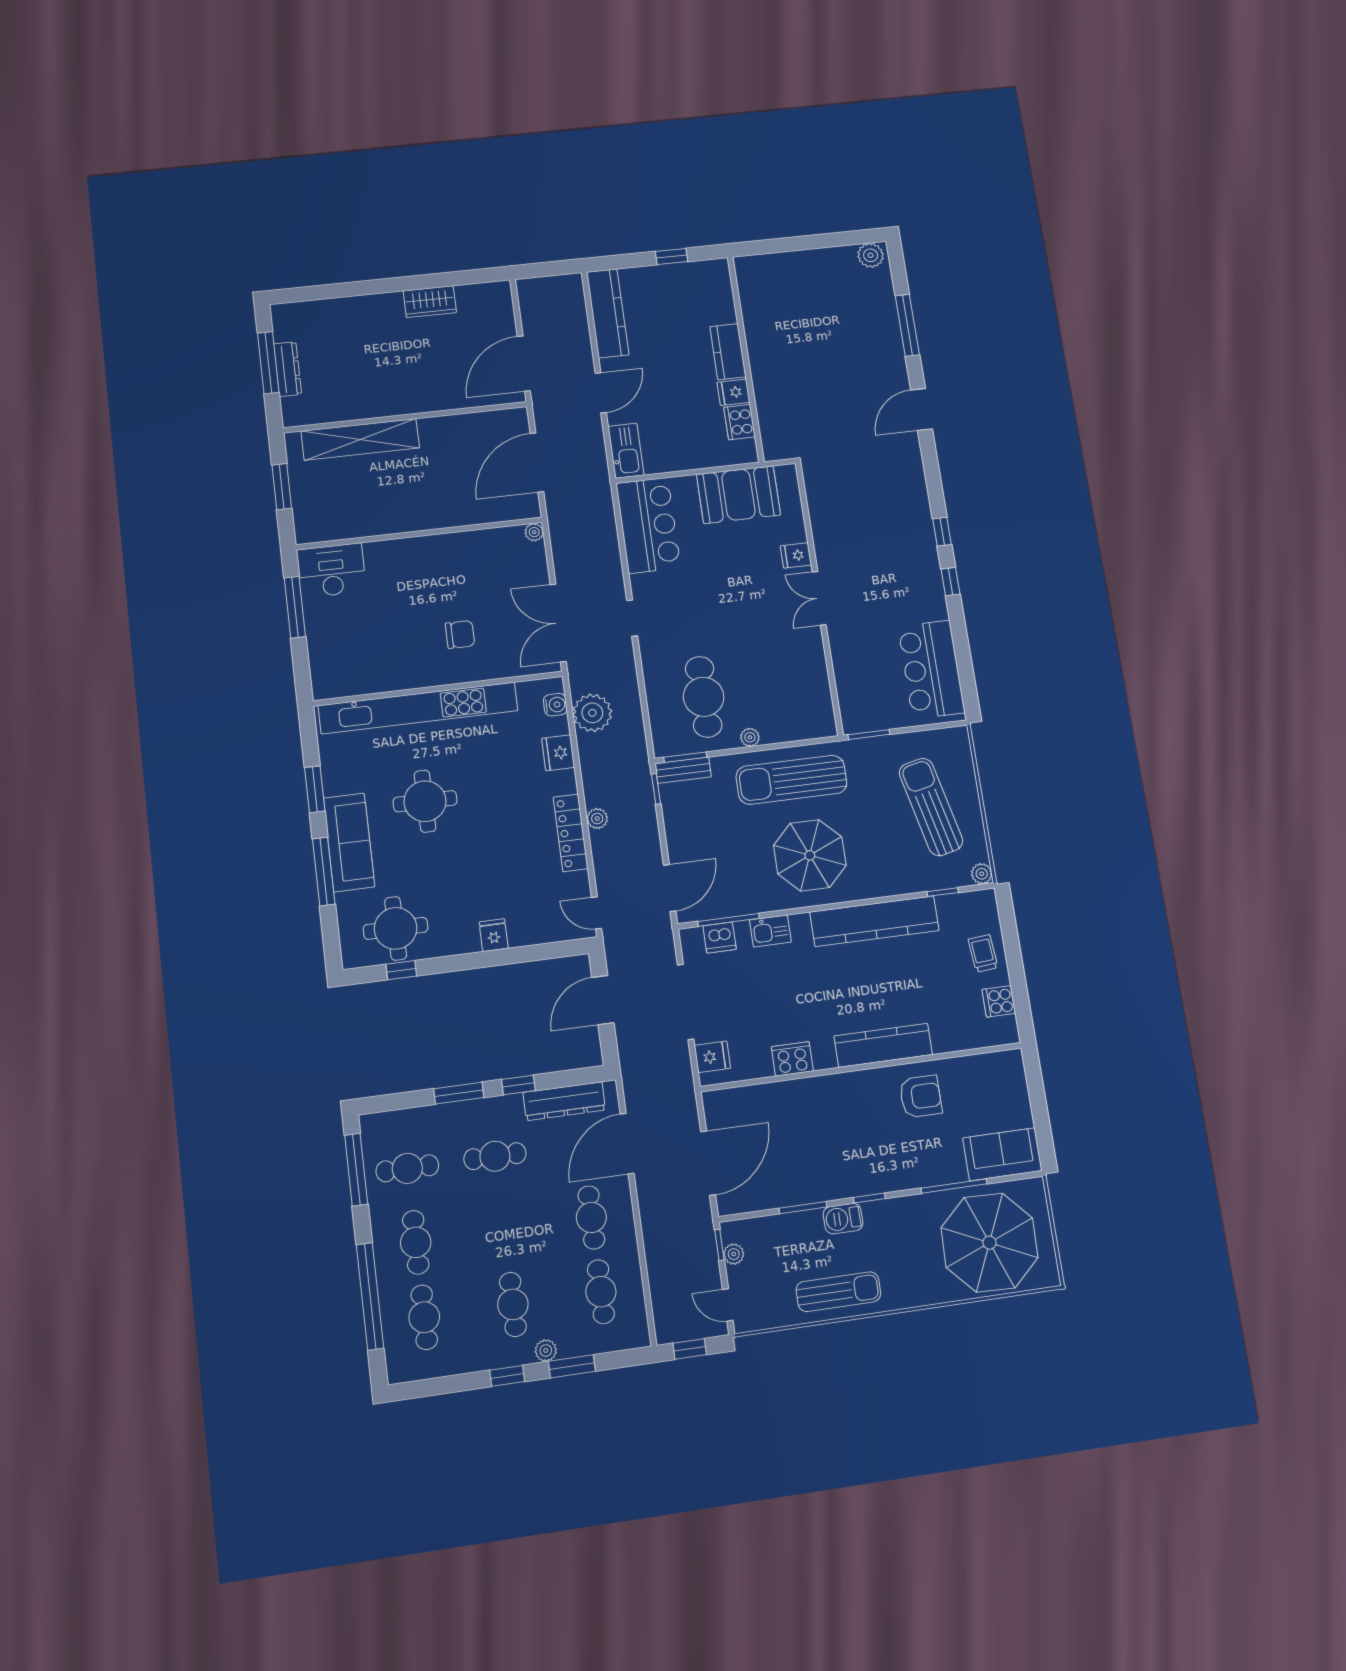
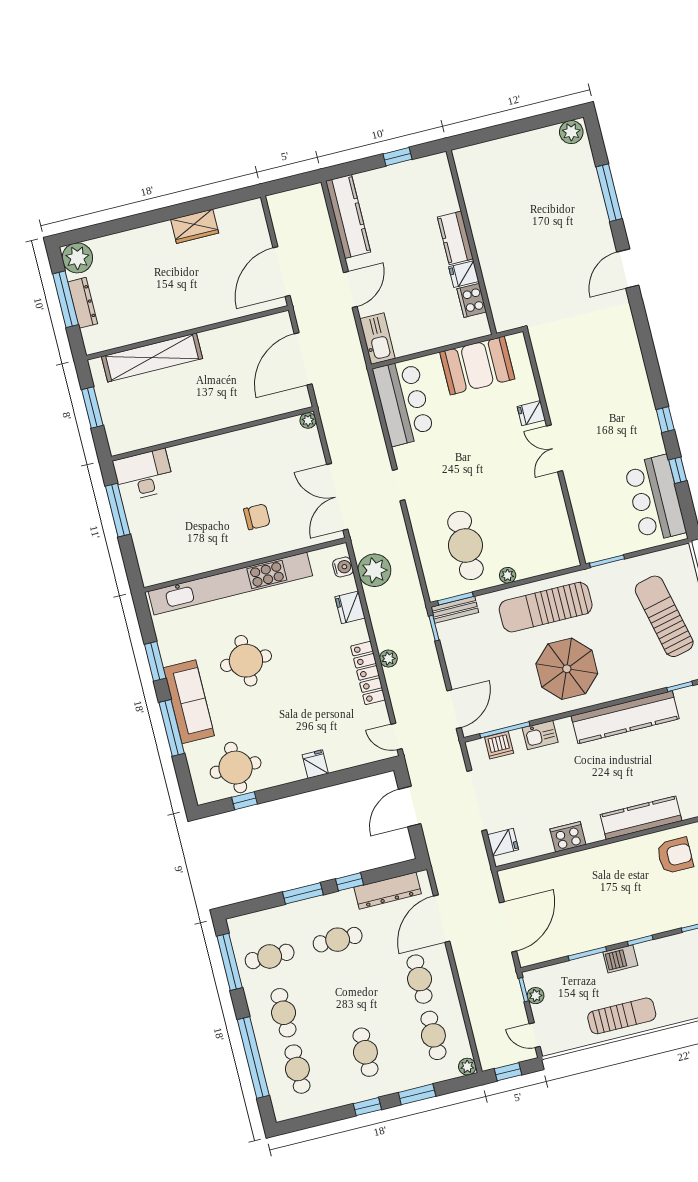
plant: (289, 319) -> (77, 258), added
window: (942, 532) -> (678, 470), moved
plant: (546, 1350) -> (467, 1067), moved

